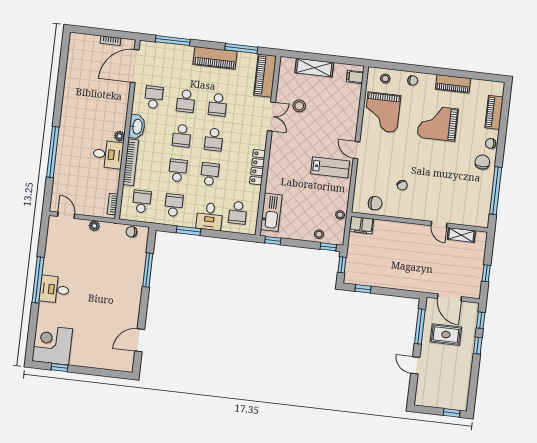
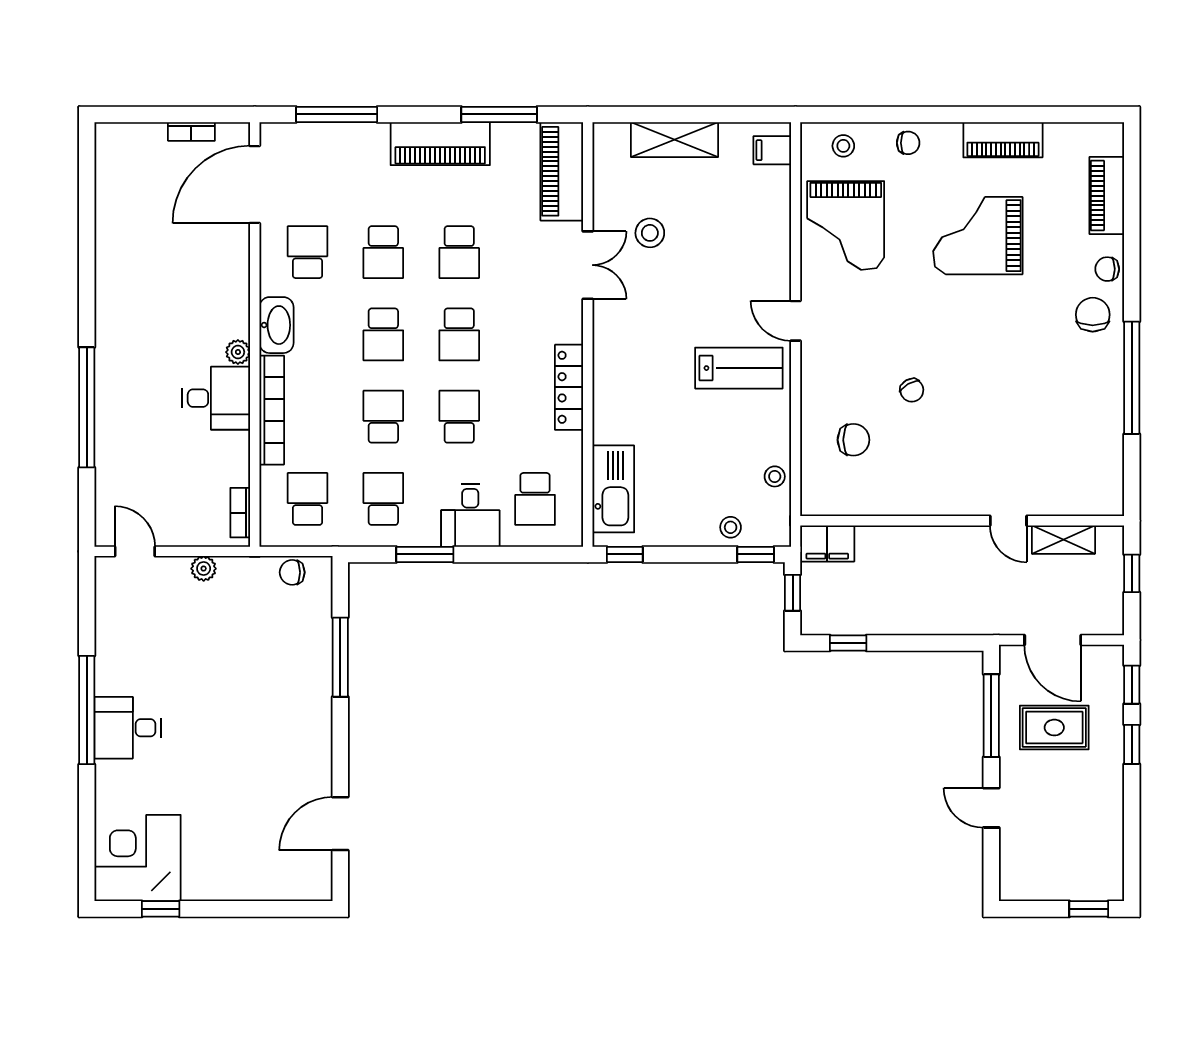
wall: (419, 222) -> (962, 521), moved
door: (439, 224) -> (1008, 521), moved
filing cabinet: (361, 225) -> (827, 543), moved
shelving: (461, 235) -> (1063, 540), moved

